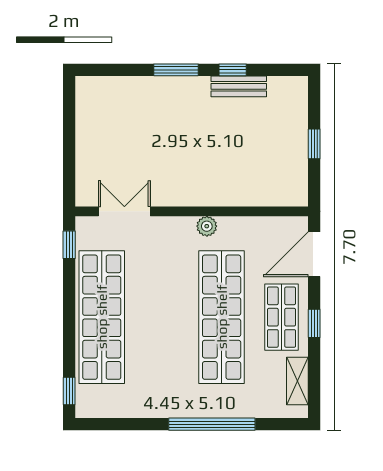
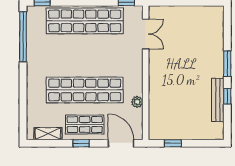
bench: (239, 86) -> (218, 100), width x1.36
window: (314, 144) -> (173, 143), moved
plant: (207, 226) -> (137, 102), moved
window: (212, 424) -> (23, 37), moved

